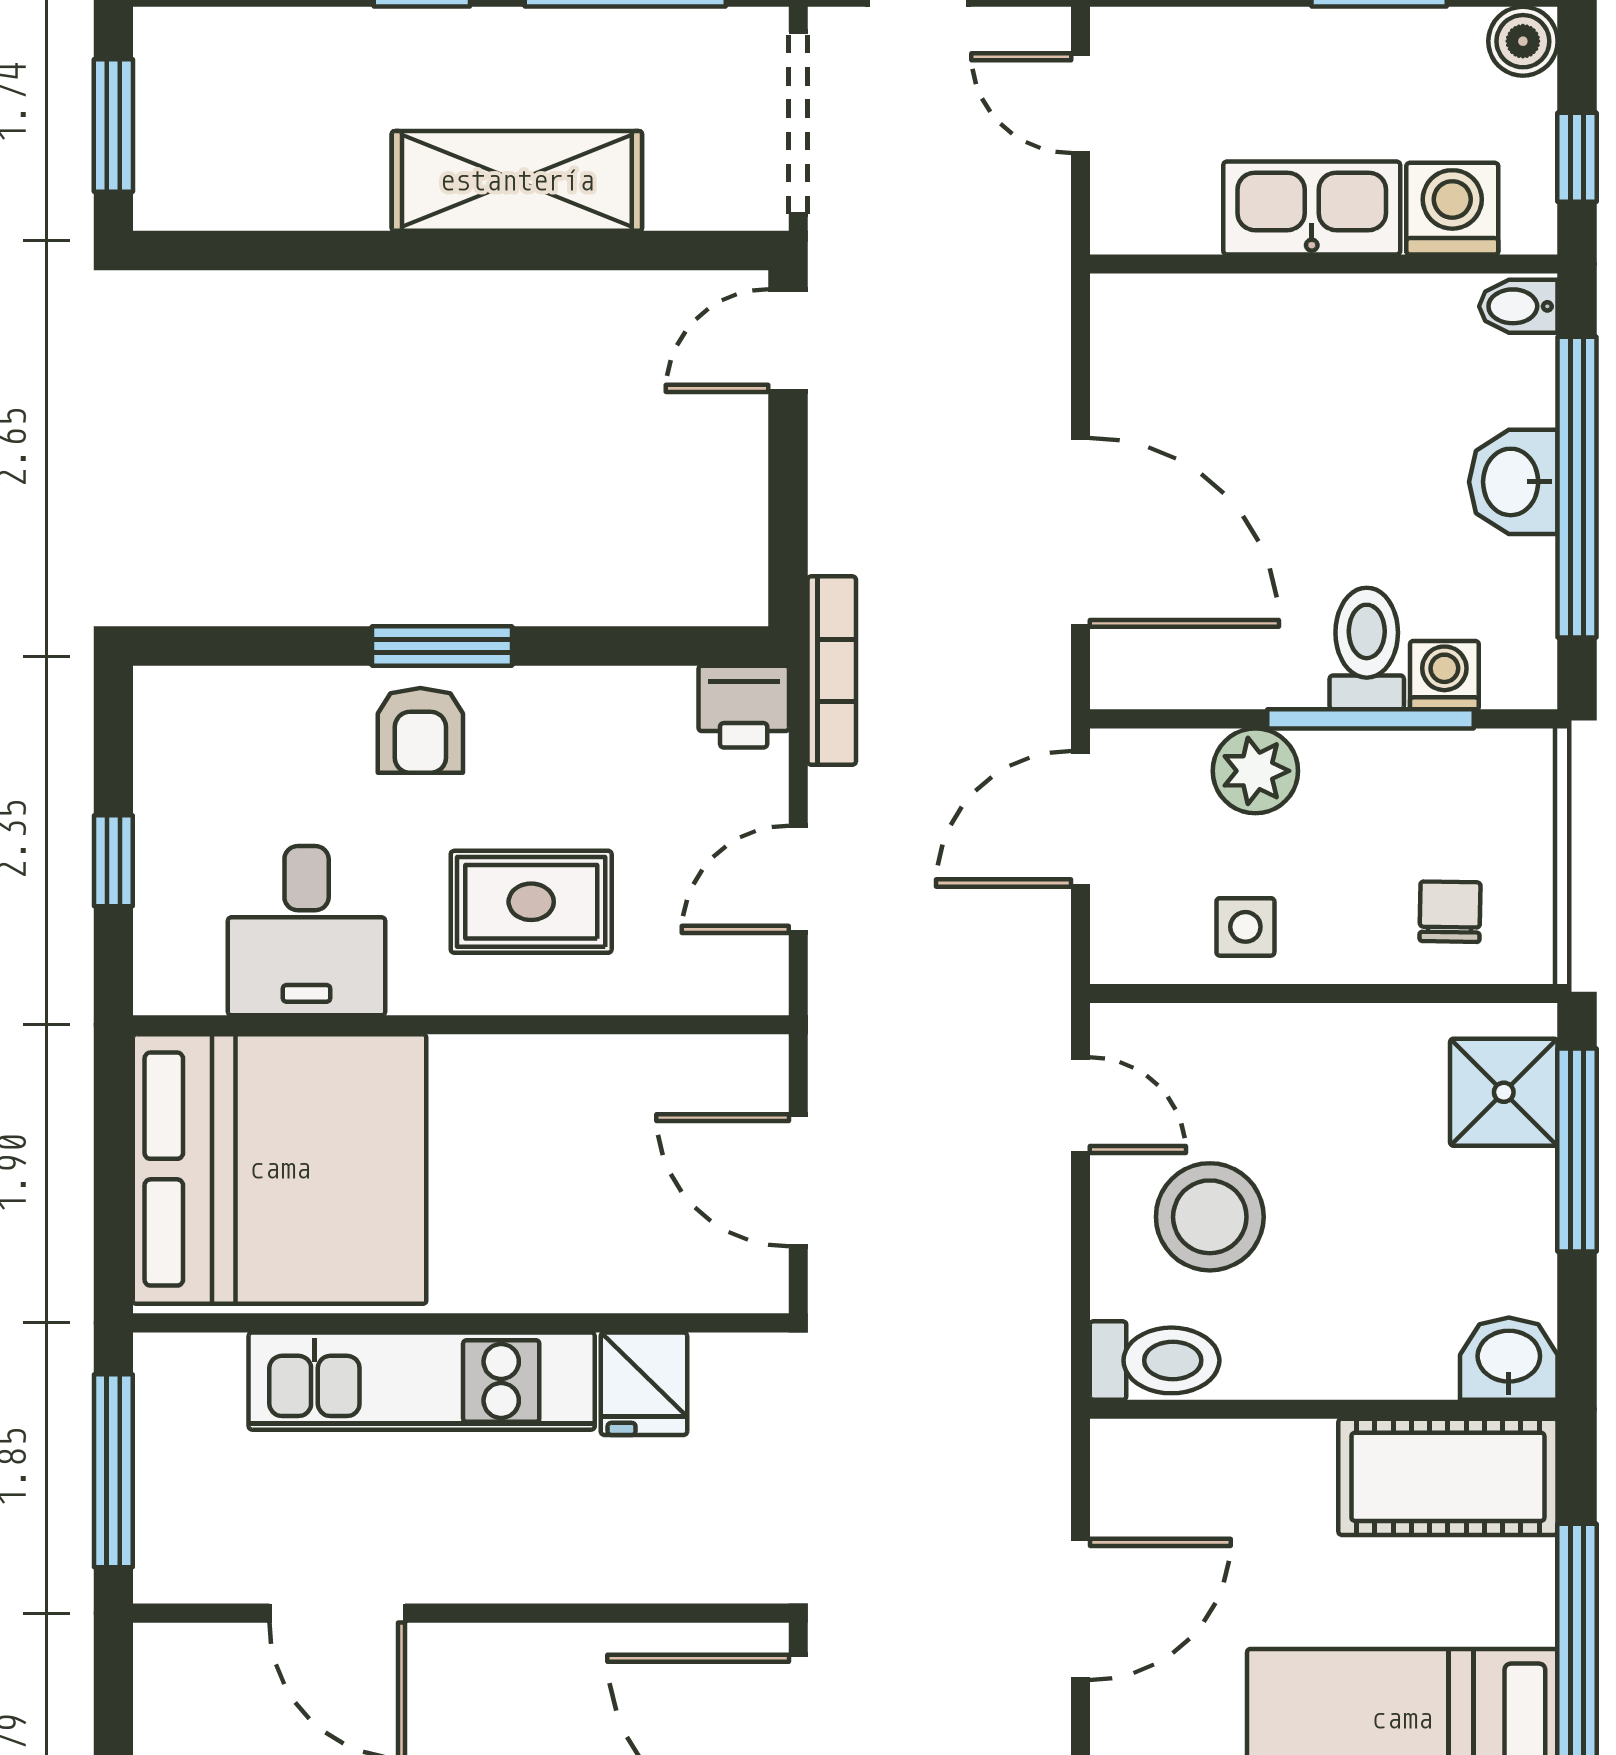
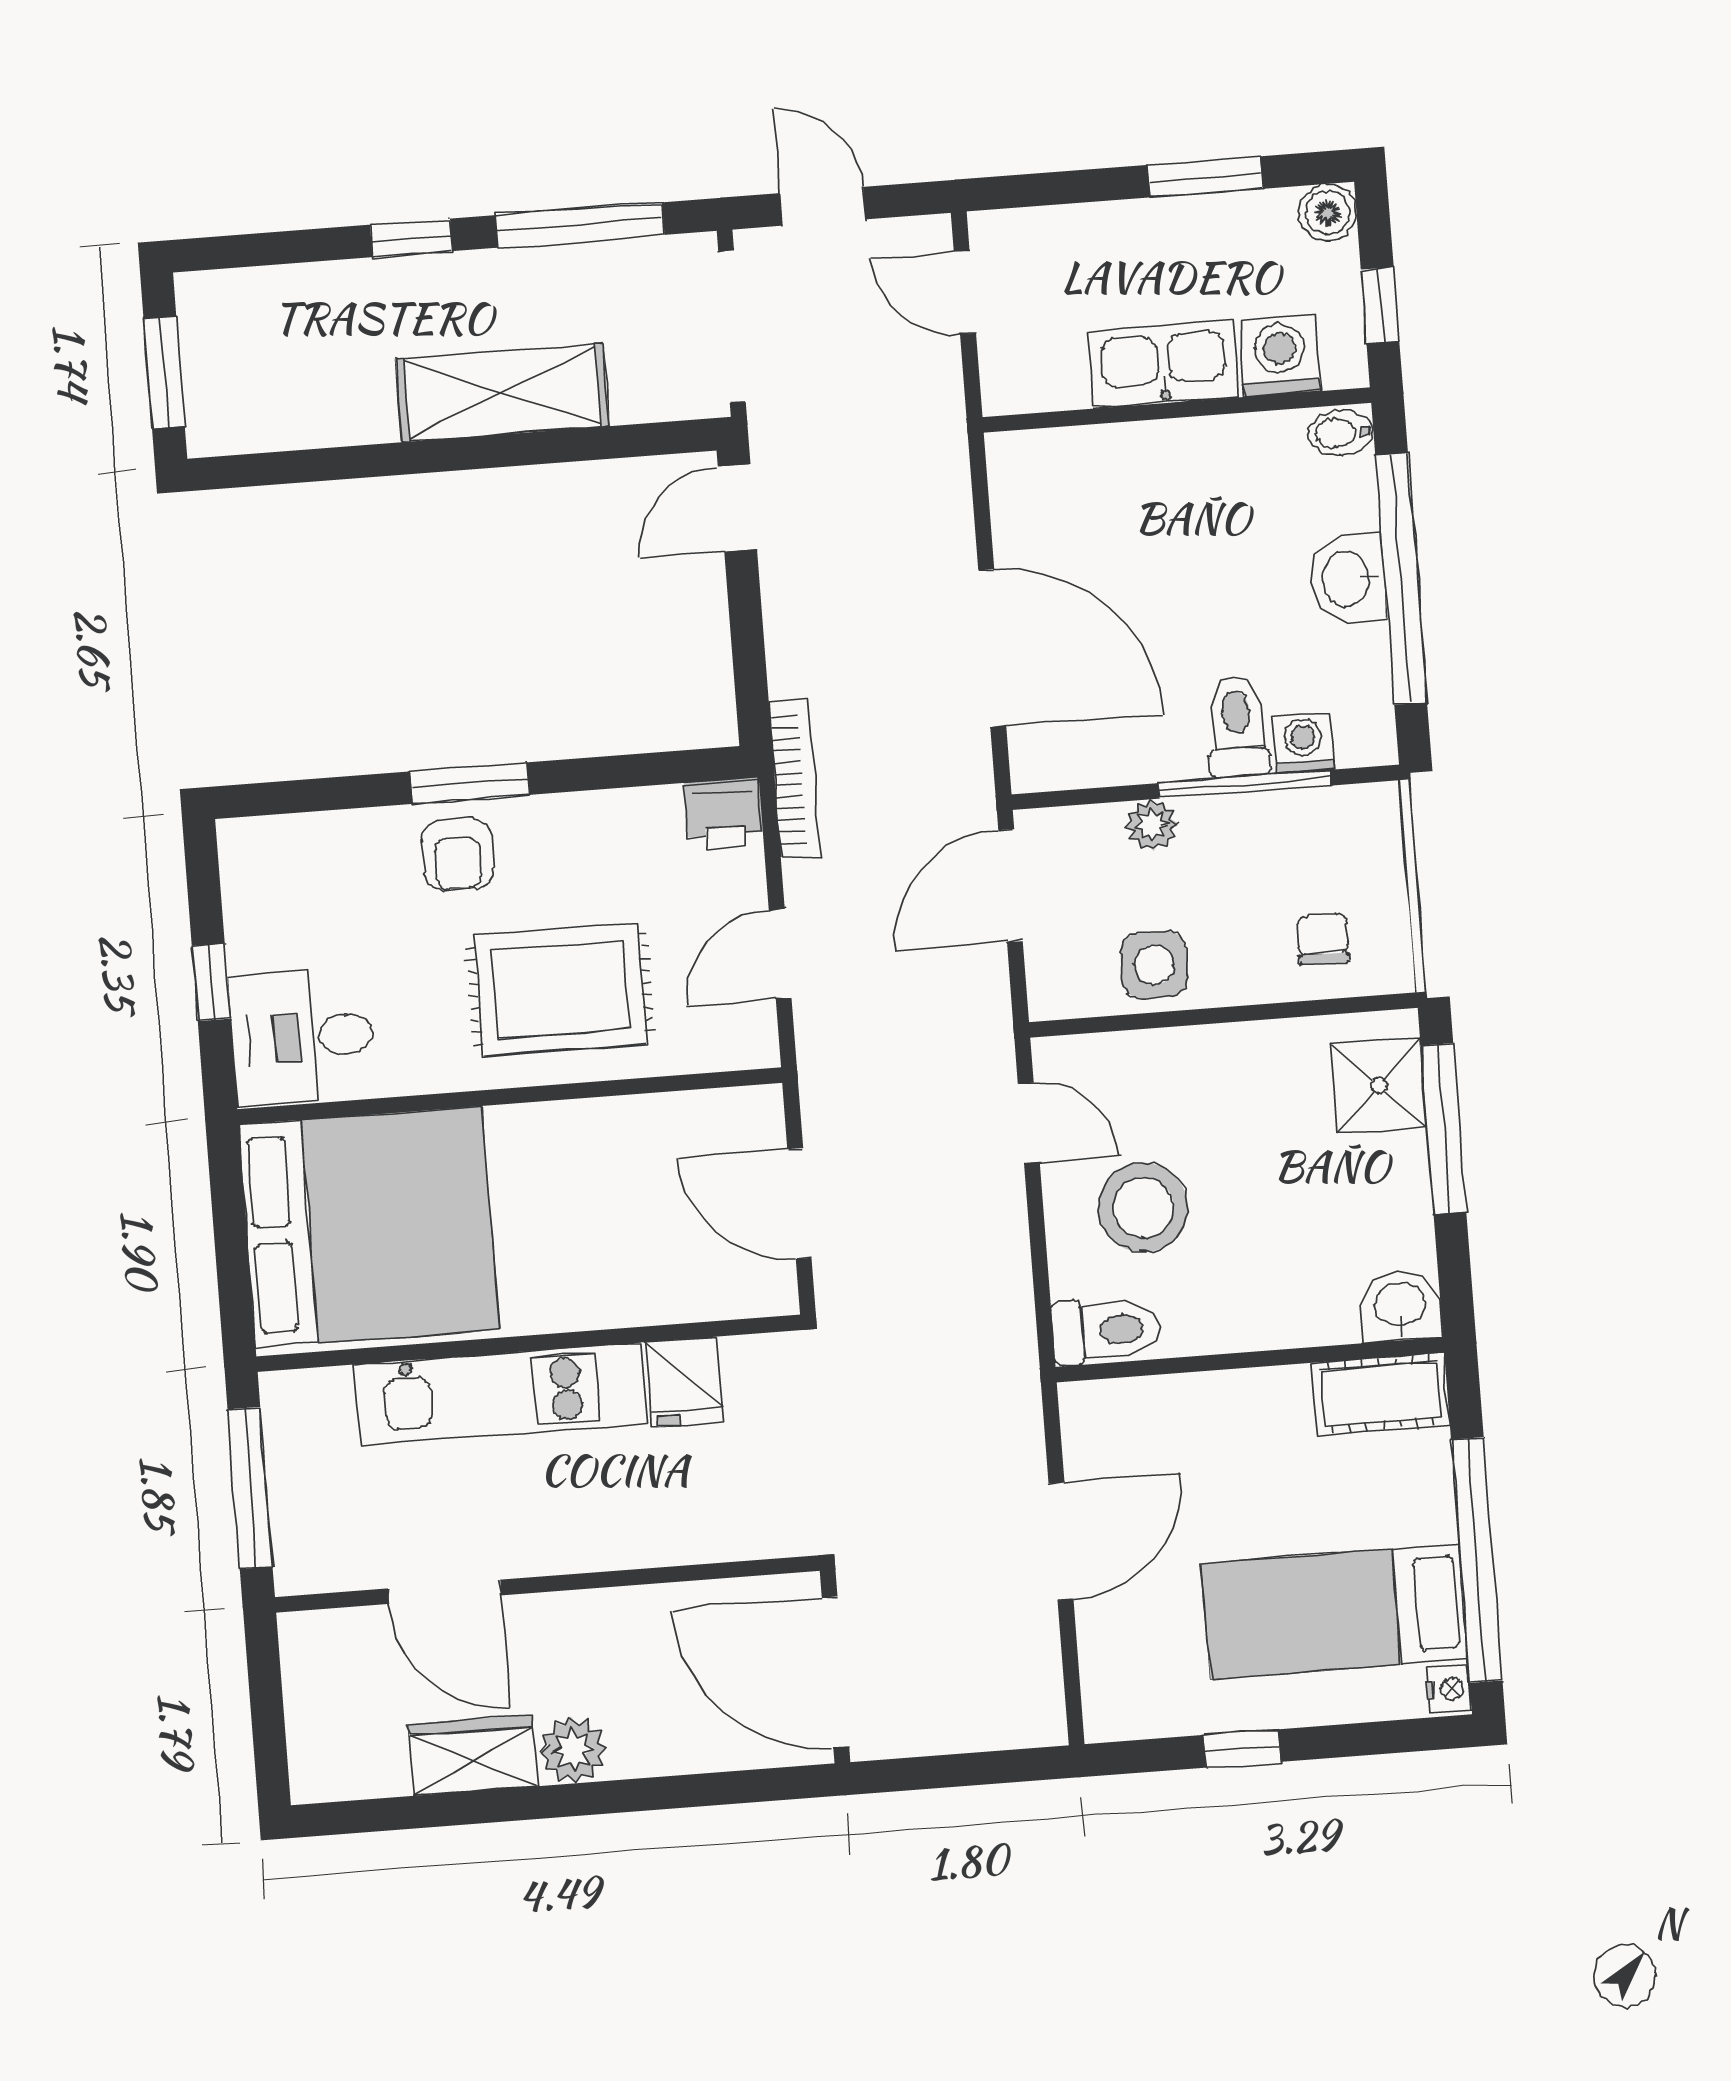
plant: (1255, 771) -> (1152, 825), width x0.73, depth x0.73
rug: (531, 902) -> (560, 990), width x1.36, depth x1.43
side table: (1245, 927) -> (1154, 965), width x1.37, depth x1.37
desk: (307, 931) -> (302, 1037), moved, turned 90
cot: (1448, 1477) -> (1381, 1394), width x0.73, depth x0.75

